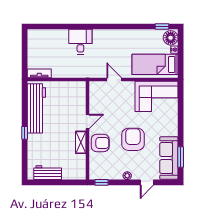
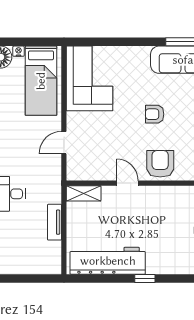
tv unit: (39, 73) -> (55, 222), moved
armchair: (133, 139) -> (155, 114), width x0.53, depth x0.53
shelving: (81, 142) -> (84, 193), moved

